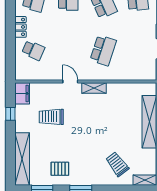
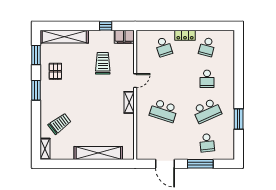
school desk: (33, 50) -> (164, 47), turned -42

